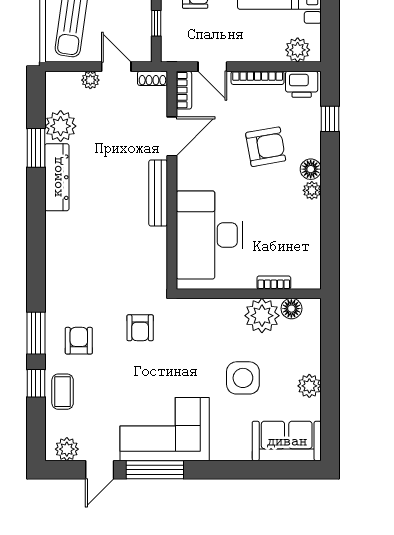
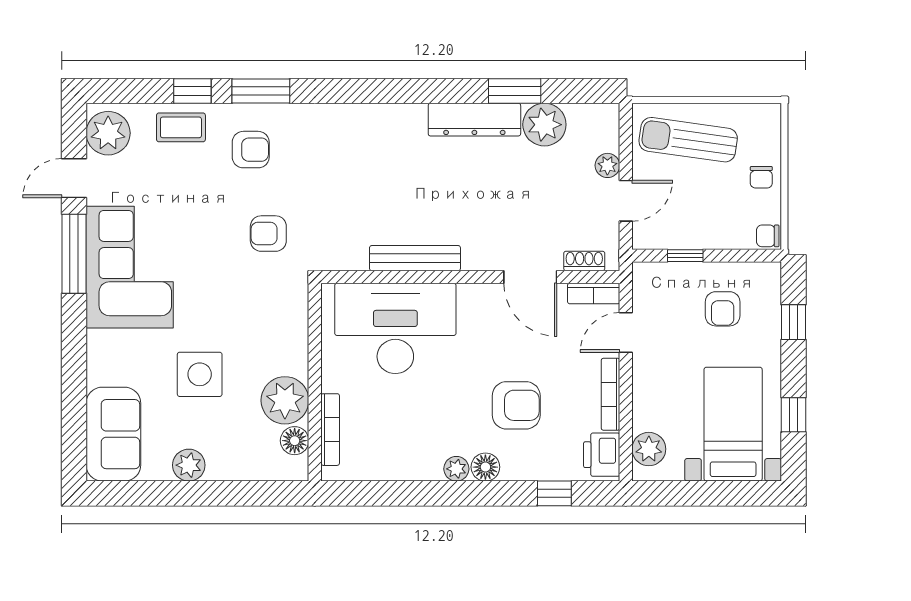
shoe rack: (152, 78) -> (584, 261), moved, turned 90
armchair: (266, 147) -> (516, 405), turned -80
bench: (158, 193) -> (415, 258), moved
bookcase: (274, 283) -> (330, 430), width x1.56
plant: (67, 449) -> (108, 133), width x1.36, depth x1.36
door: (100, 470) -> (74, 178), hinge flipped

